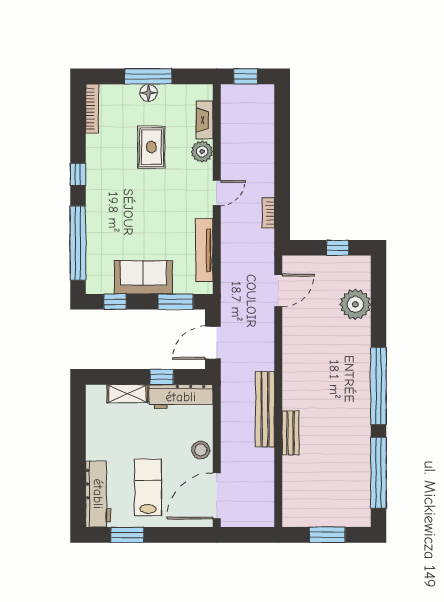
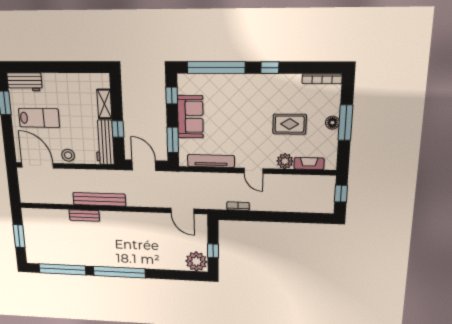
plant: (355, 304) -> (196, 261), moved
workbench: (98, 494) -> (25, 82), width x0.73

